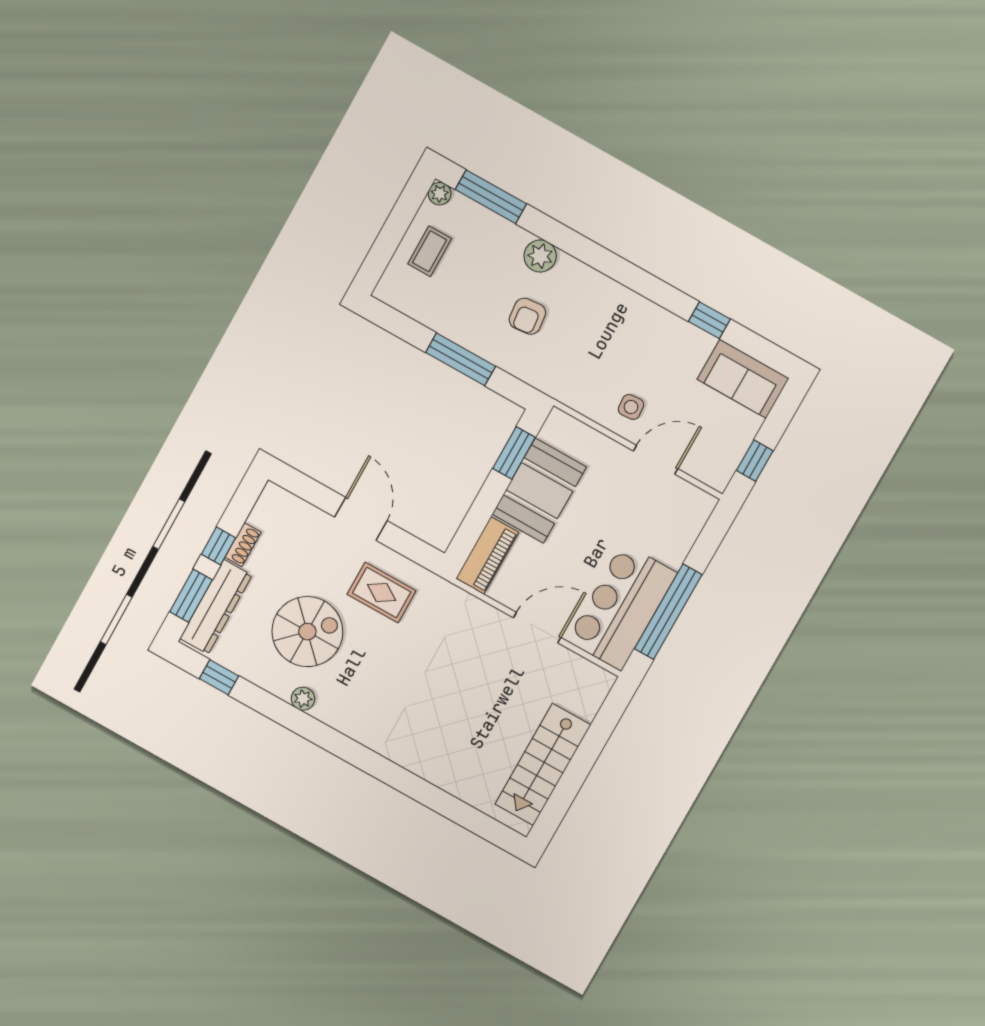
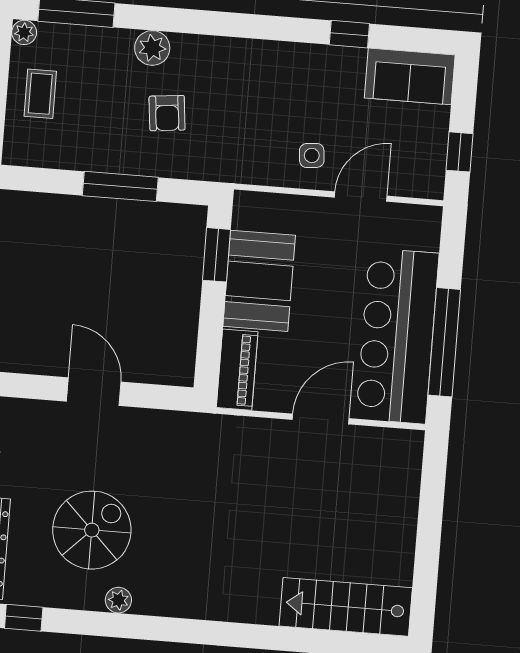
rug: (382, 593) -> (148, 456), removed
bar counter: (622, 607) -> (397, 336), width x1.36
stairs: (543, 764) -> (346, 607), moved, turned 90

